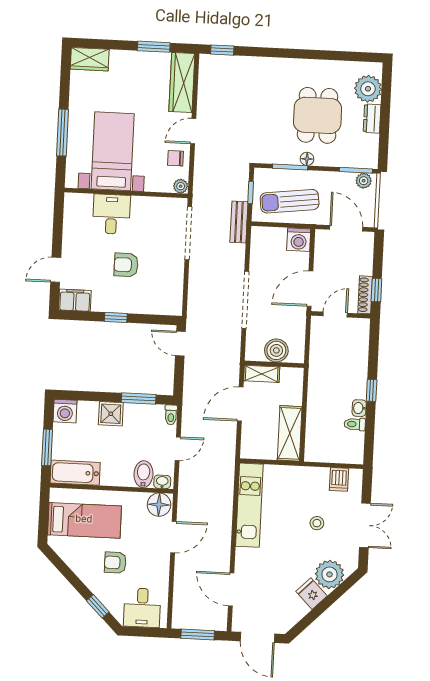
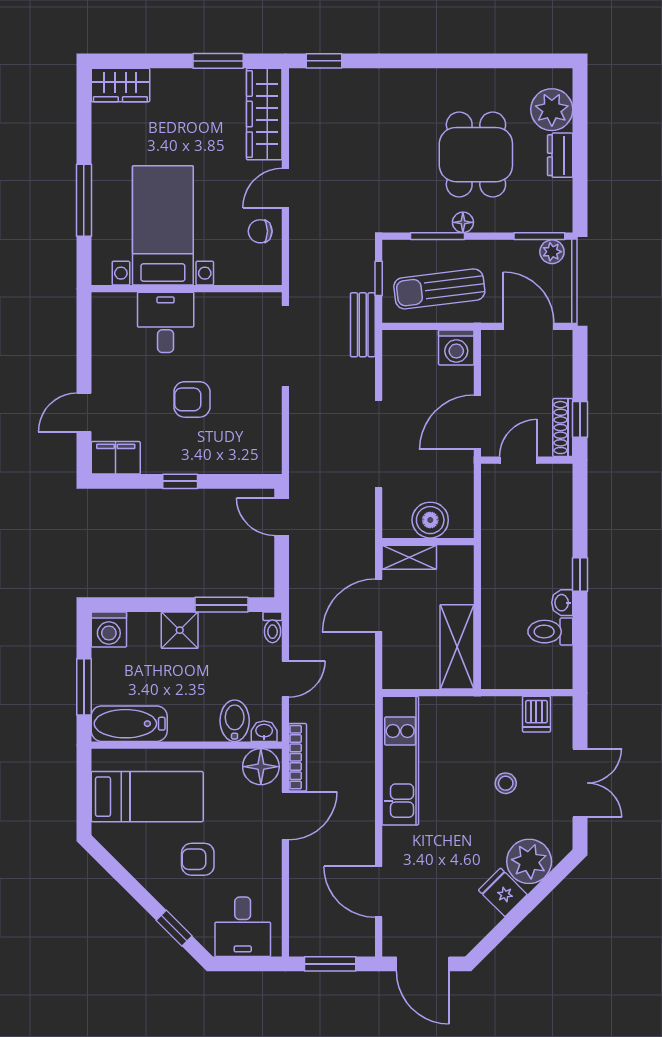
plant: (181, 186) -> (270, 274), removed
toilet: (355, 424) -> (550, 632), width x1.37, depth x1.39
bookcase: (183, 500) -> (298, 757), added

